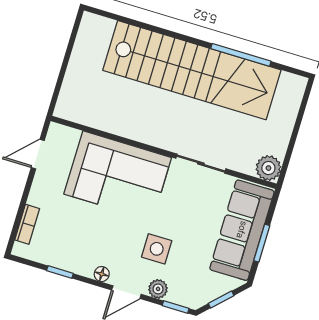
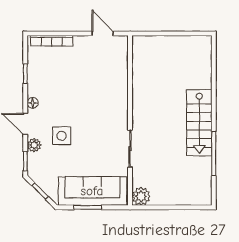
stairs: (192, 70) -> (199, 123), width x0.54, depth x0.66
corner sofa: (118, 176) -> (104, 93), removed
bookcase: (27, 224) -> (52, 41), width x1.56

